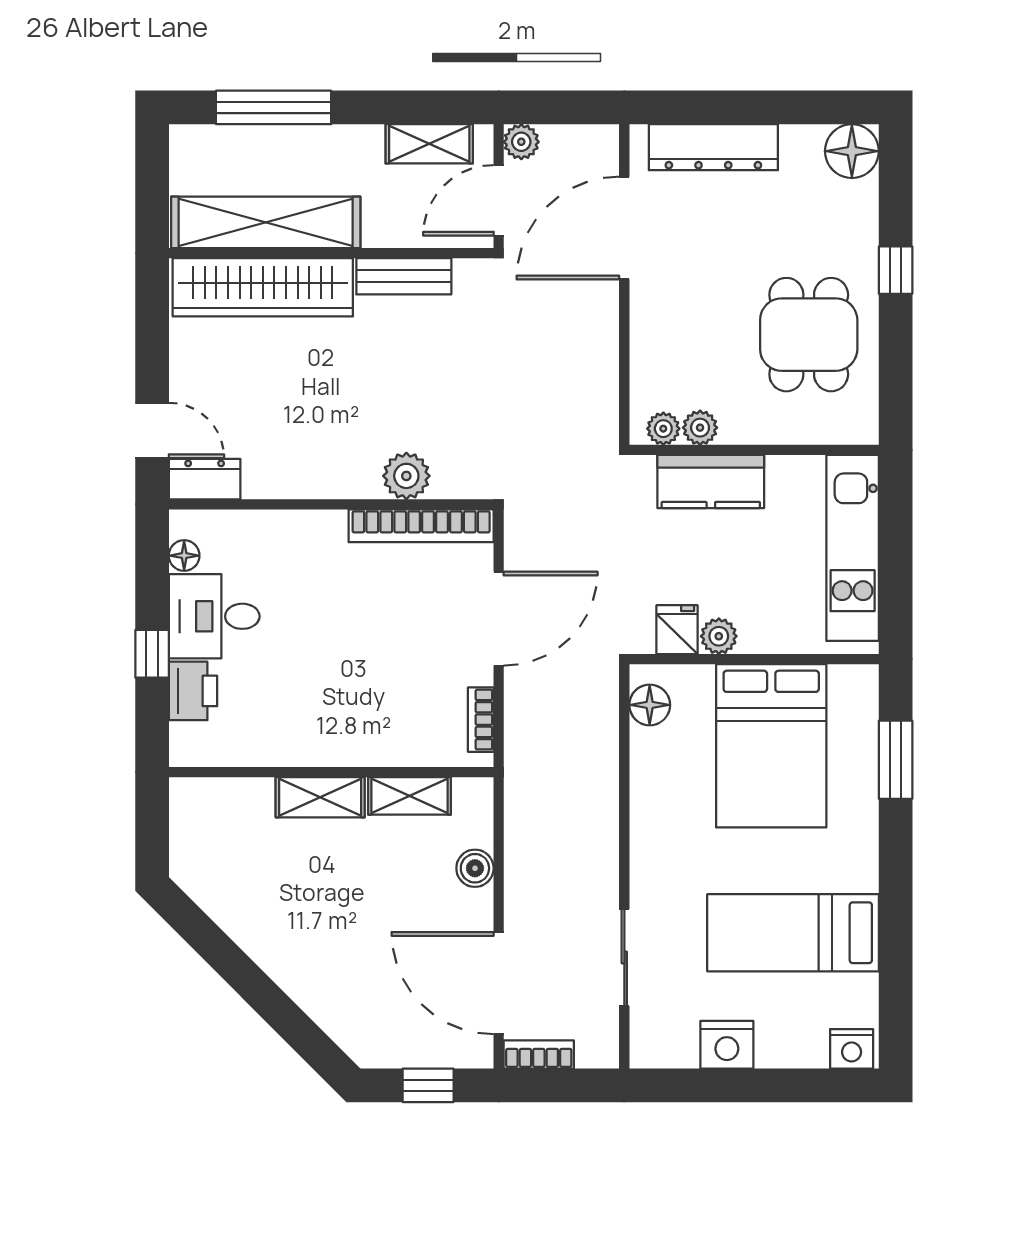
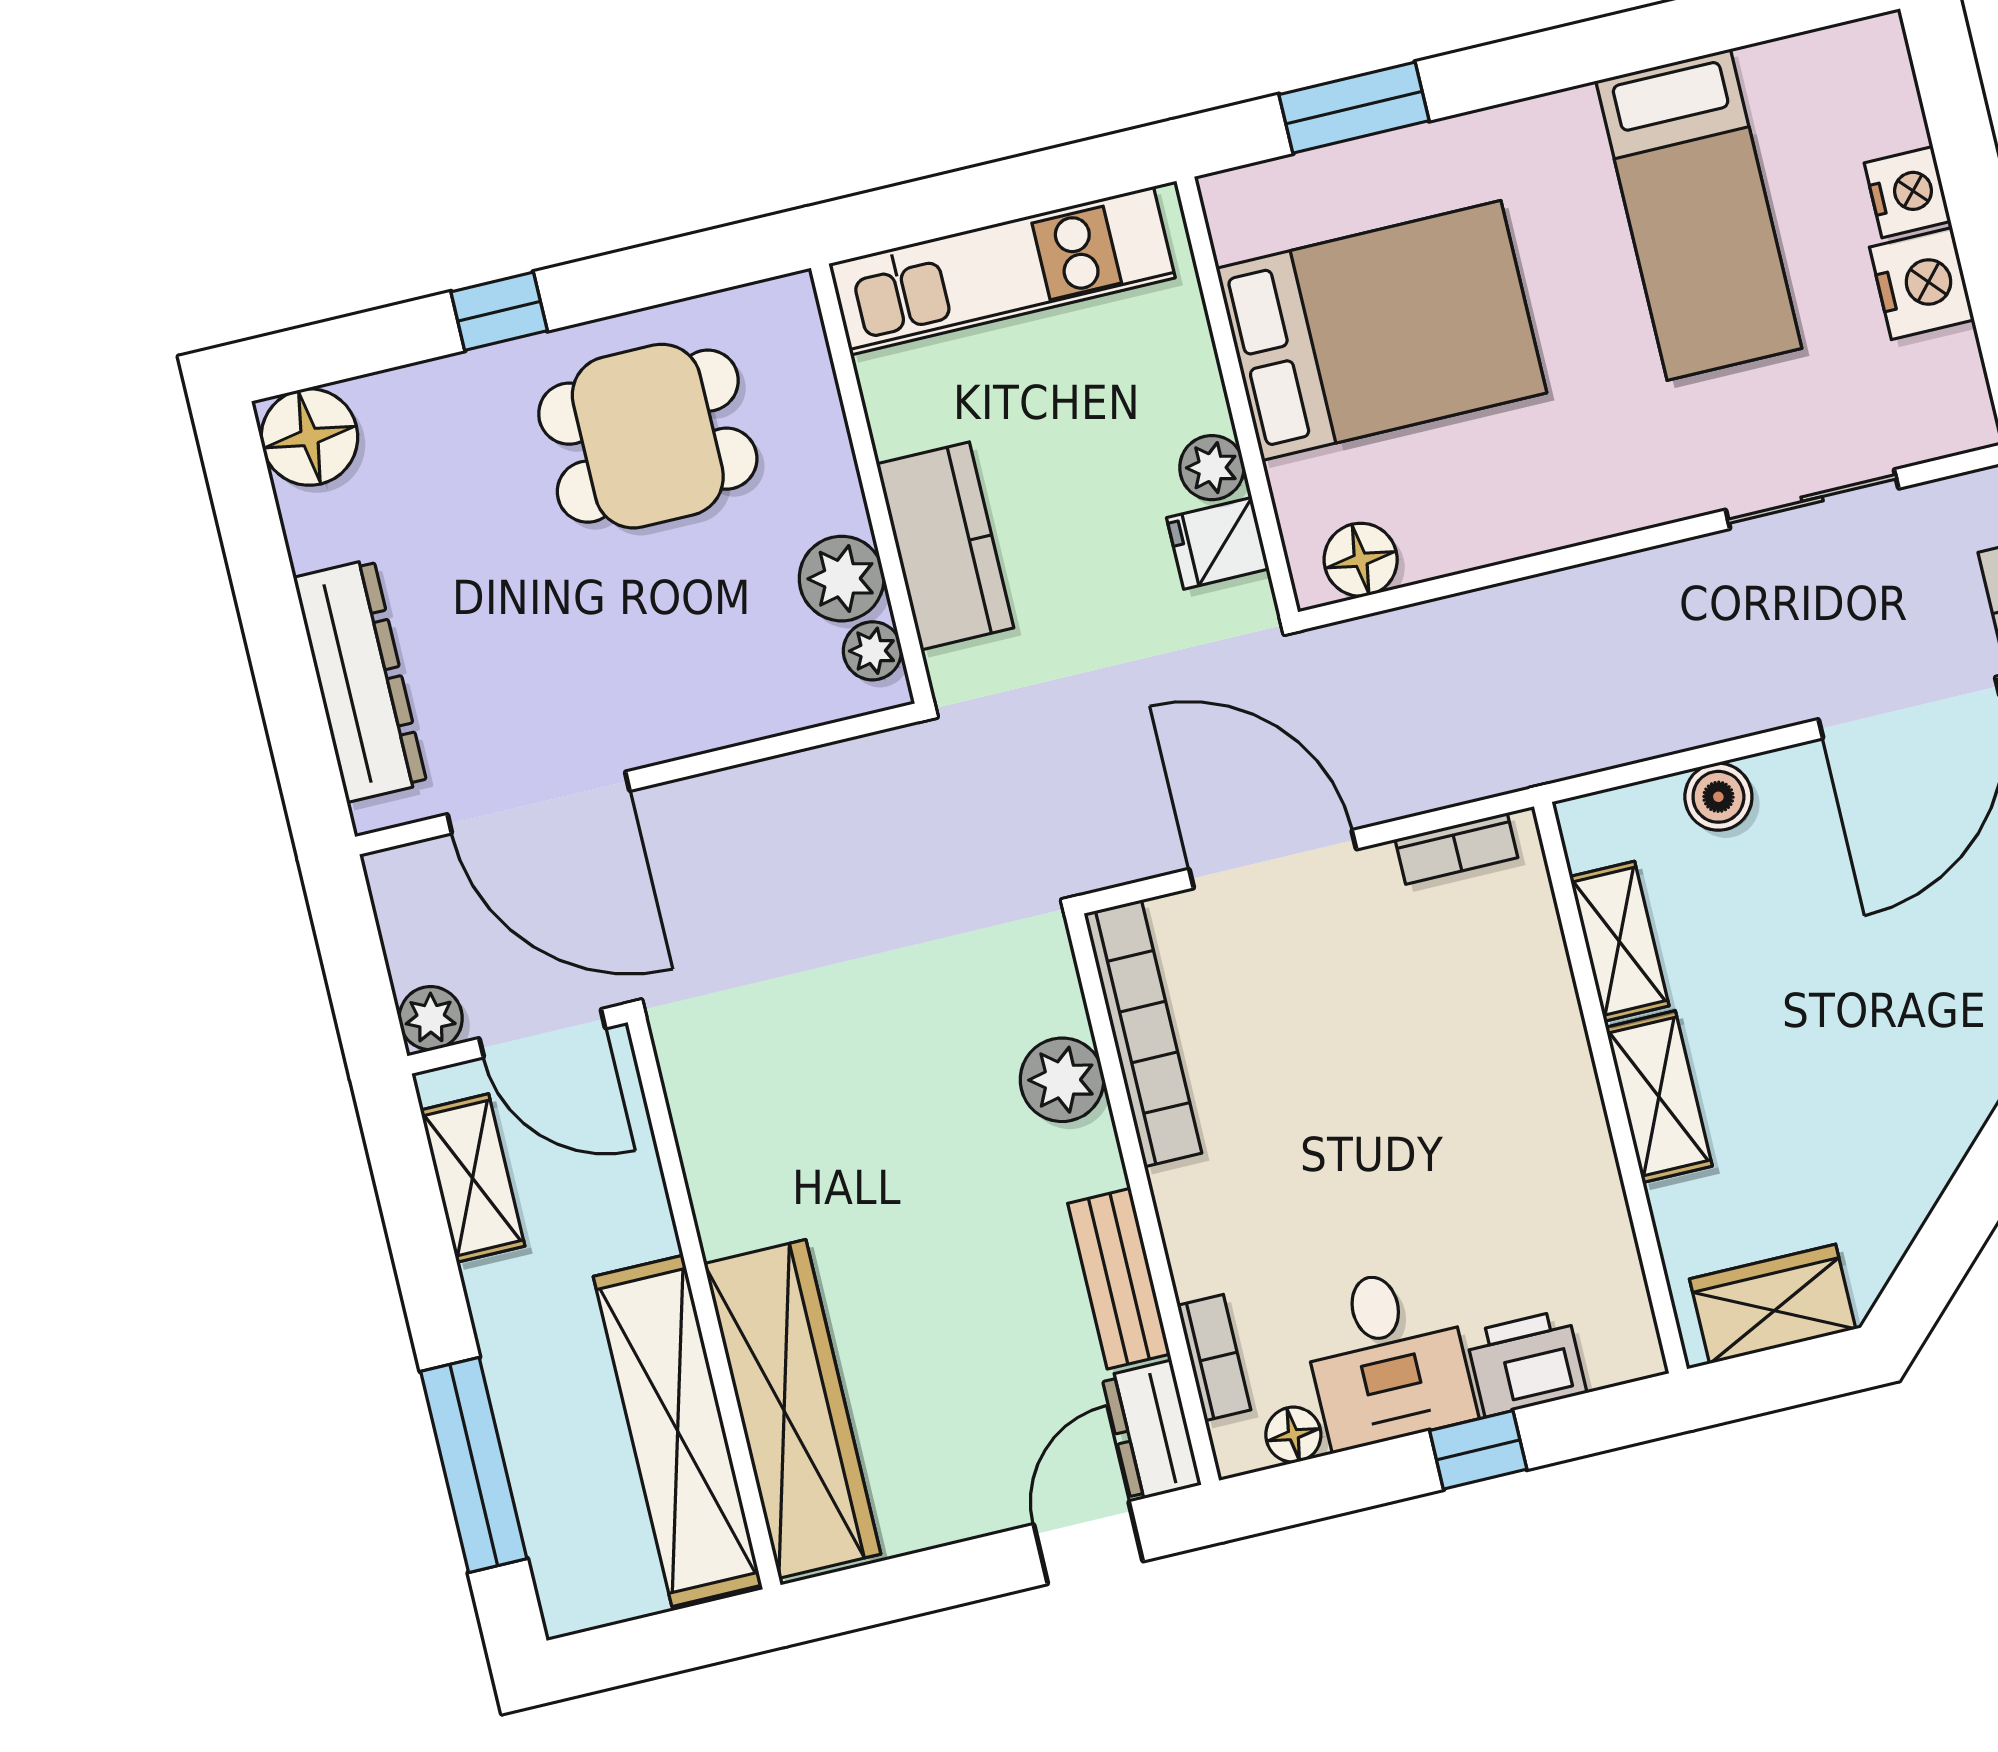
bench: (404, 276) -> (1119, 1279), moved
plant: (700, 428) -> (842, 579), width x1.38, depth x1.38
bookcase: (236, 523) -> (1214, 1358), added
wardrobe: (193, 832) -> (1773, 1304), added
nightstand: (852, 1049) -> (1908, 192), moved

